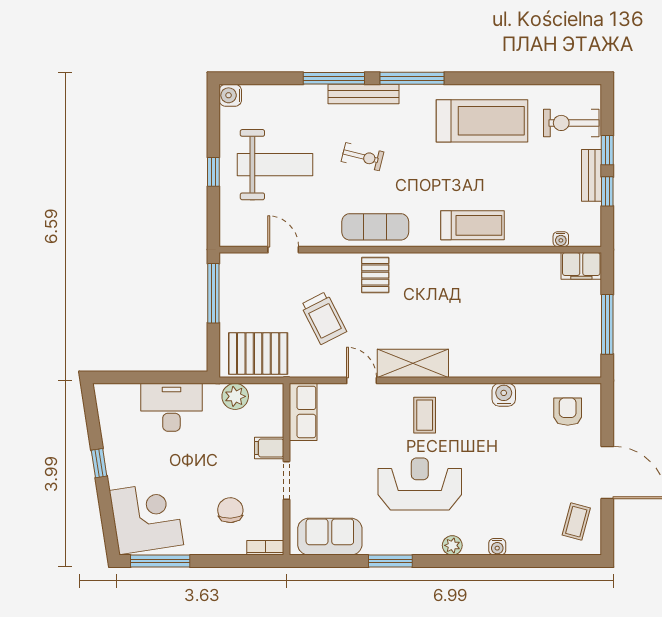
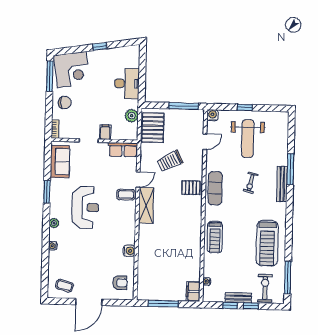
window: (412, 78) -> (288, 278), moved
water cooler: (230, 95) -> (213, 115), moved
coffee table: (425, 415) -> (126, 195), moved
chair: (230, 510) -> (65, 103), moved

